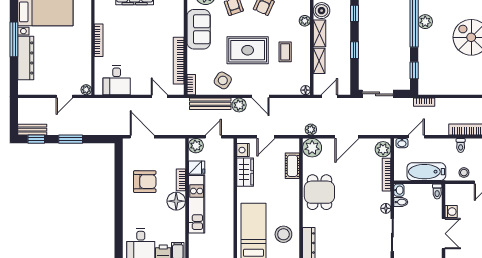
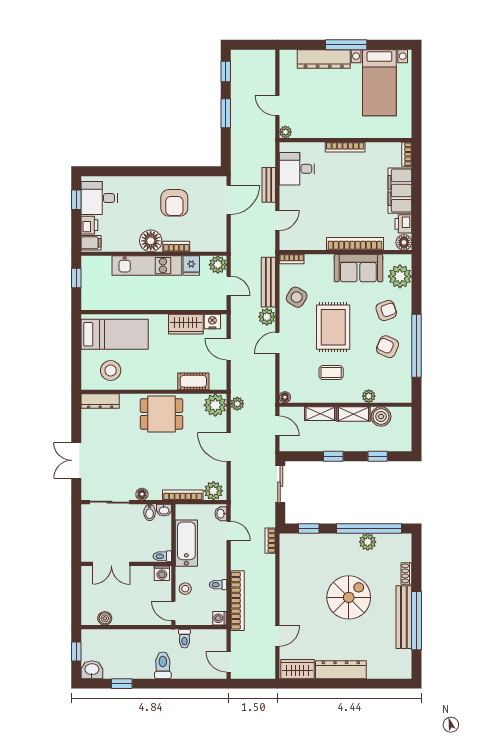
bookcase: (179, 61) -> (355, 244), moved
bench: (32, 130) -> (269, 185), moved
washing machine: (451, 212) -> (162, 573), moved

